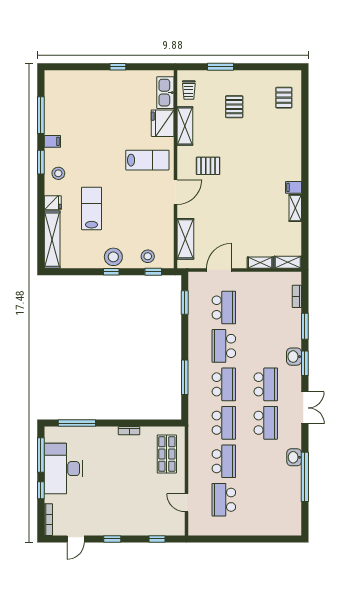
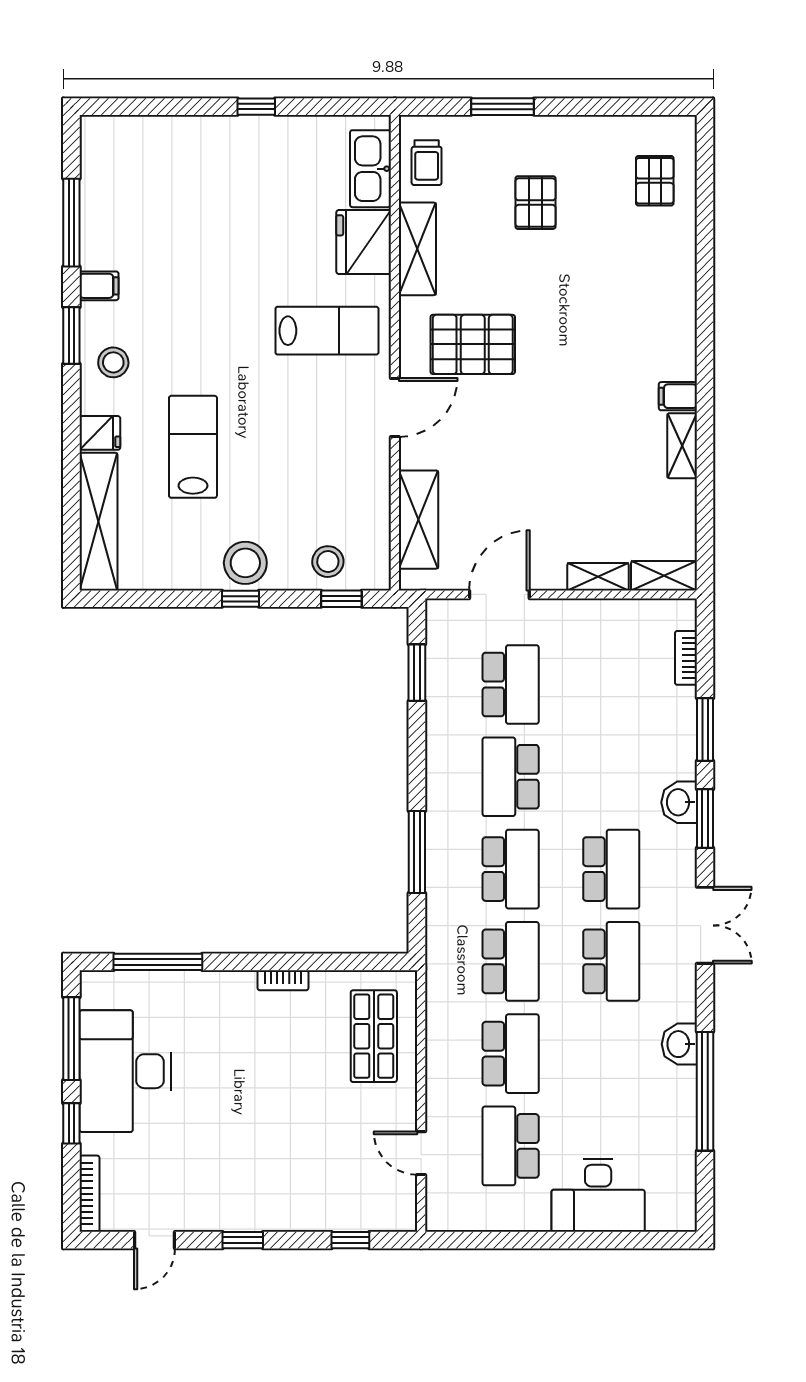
pallet: (208, 166) -> (473, 344), width x1.50, depth x1.42
desk: (260, 520) -> (598, 1195), added

